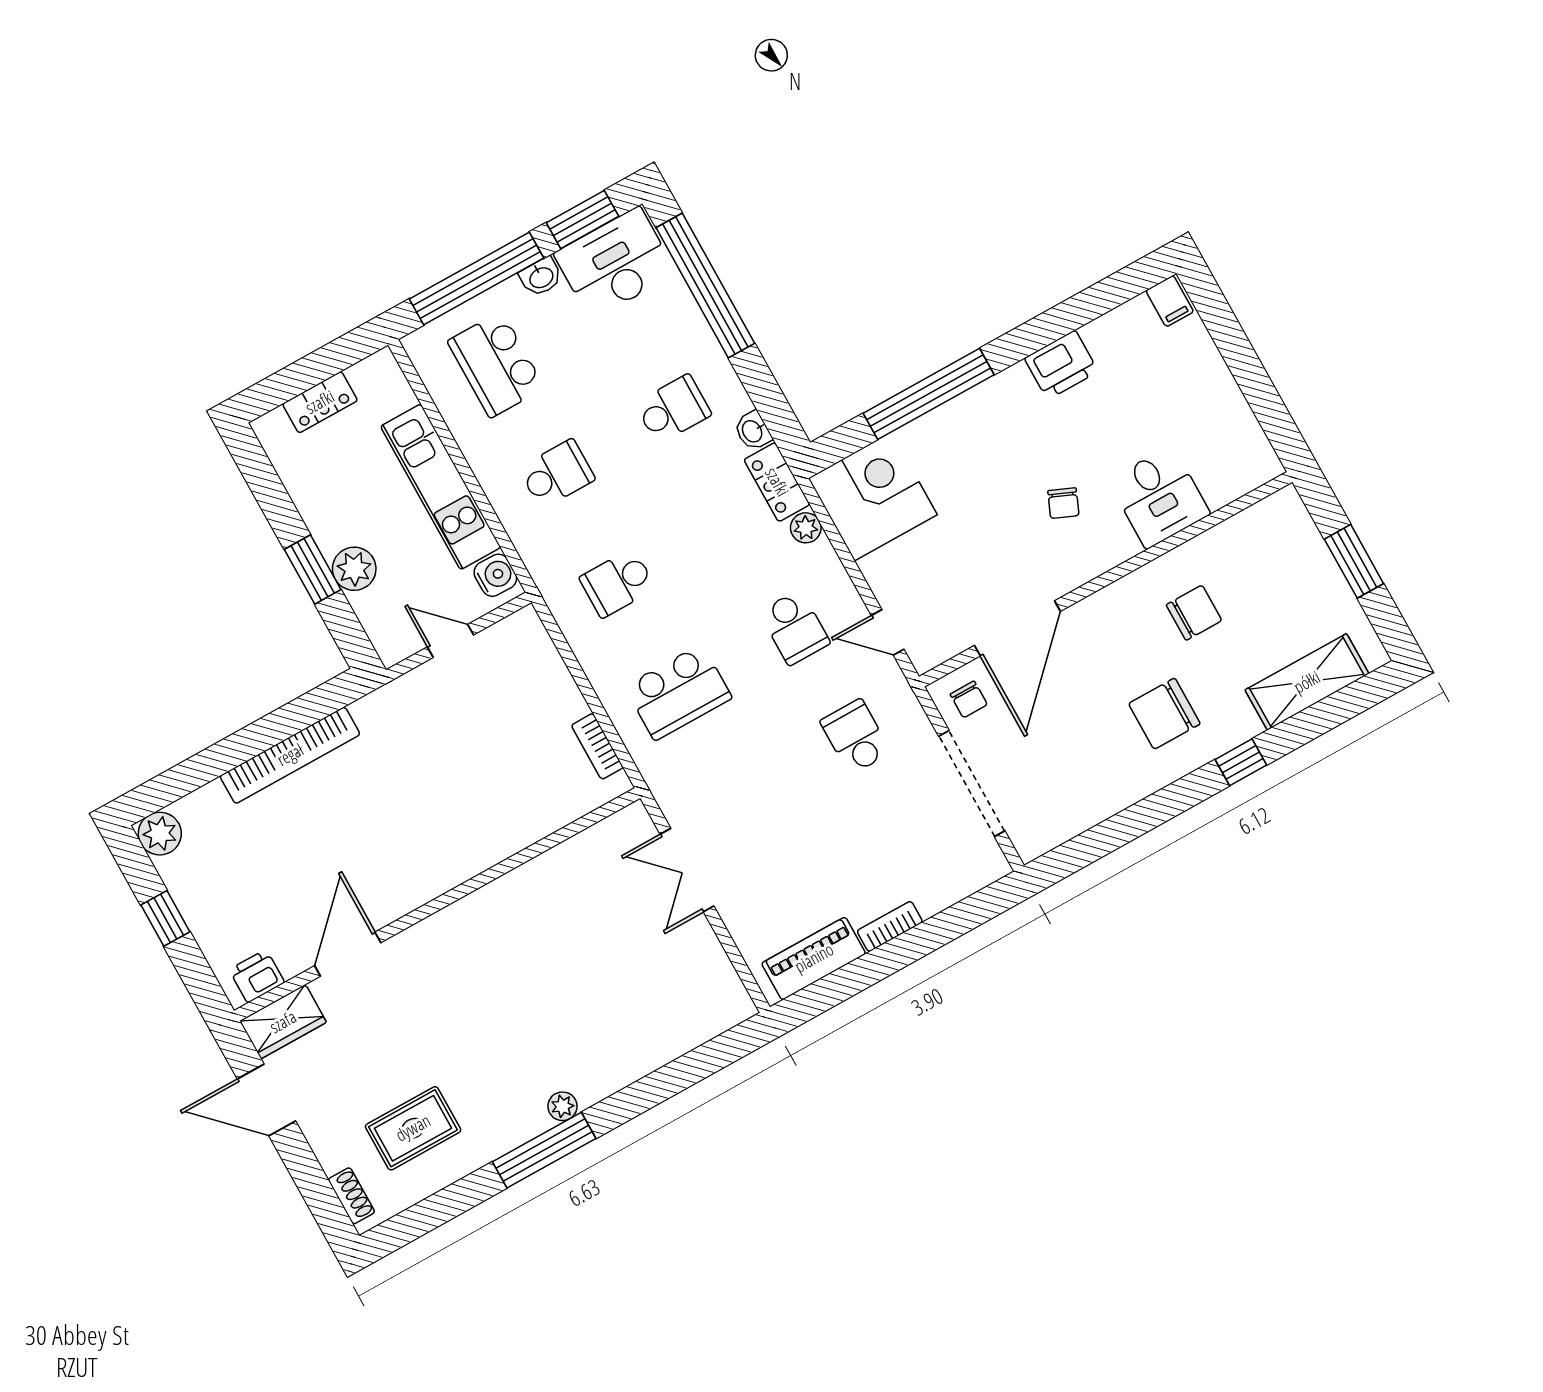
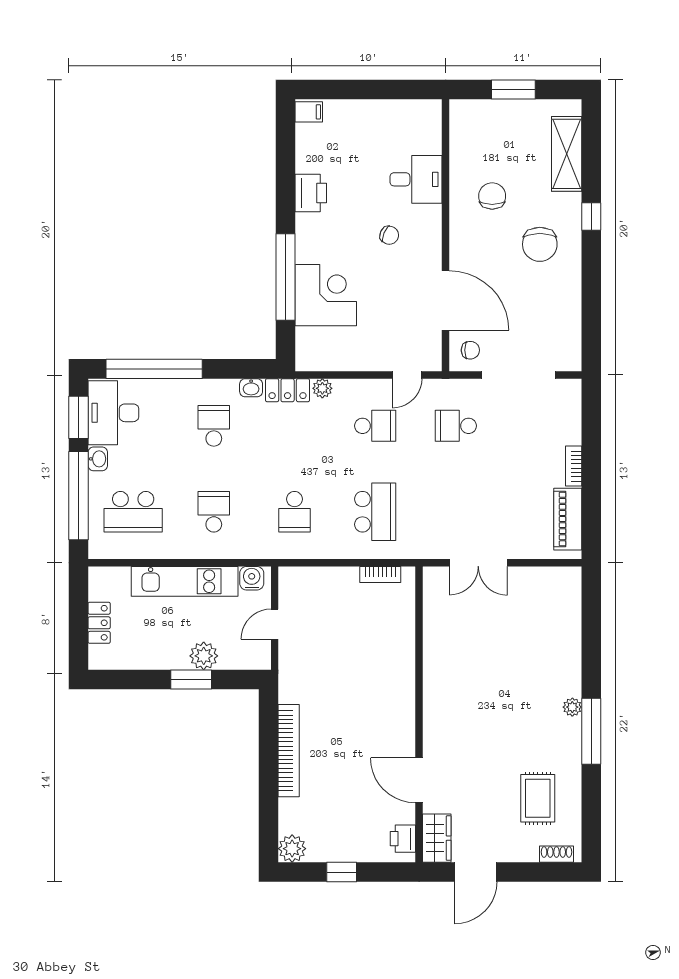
corner desk: (873, 496) -> (326, 295), moved, turned 90

